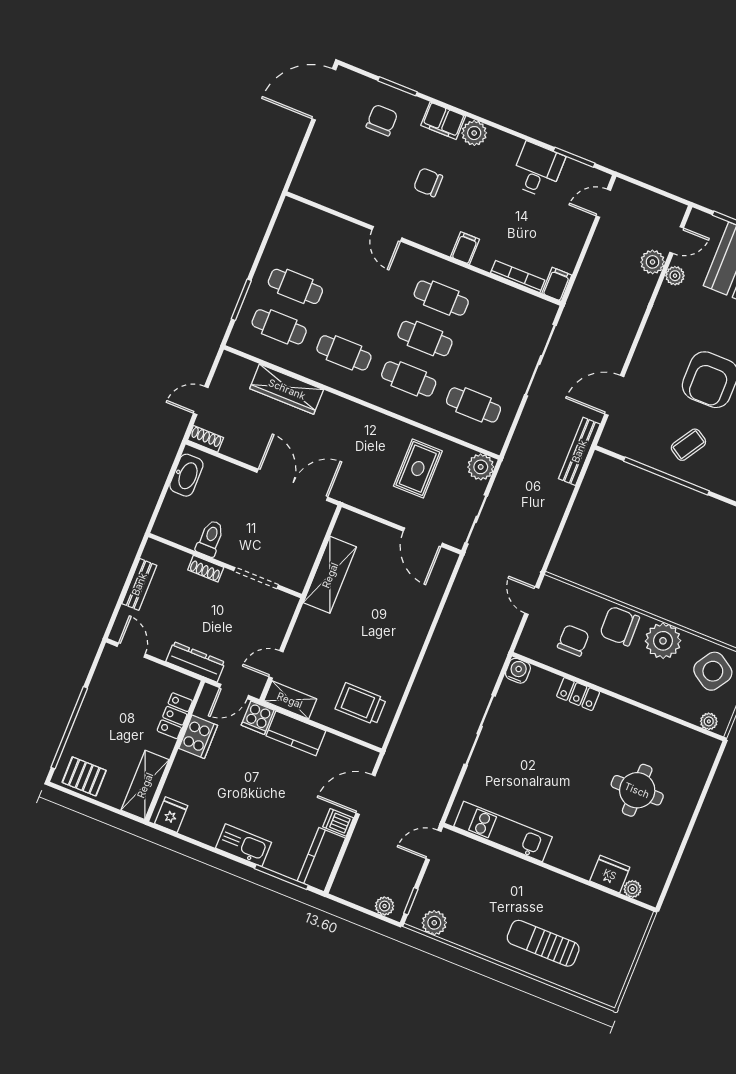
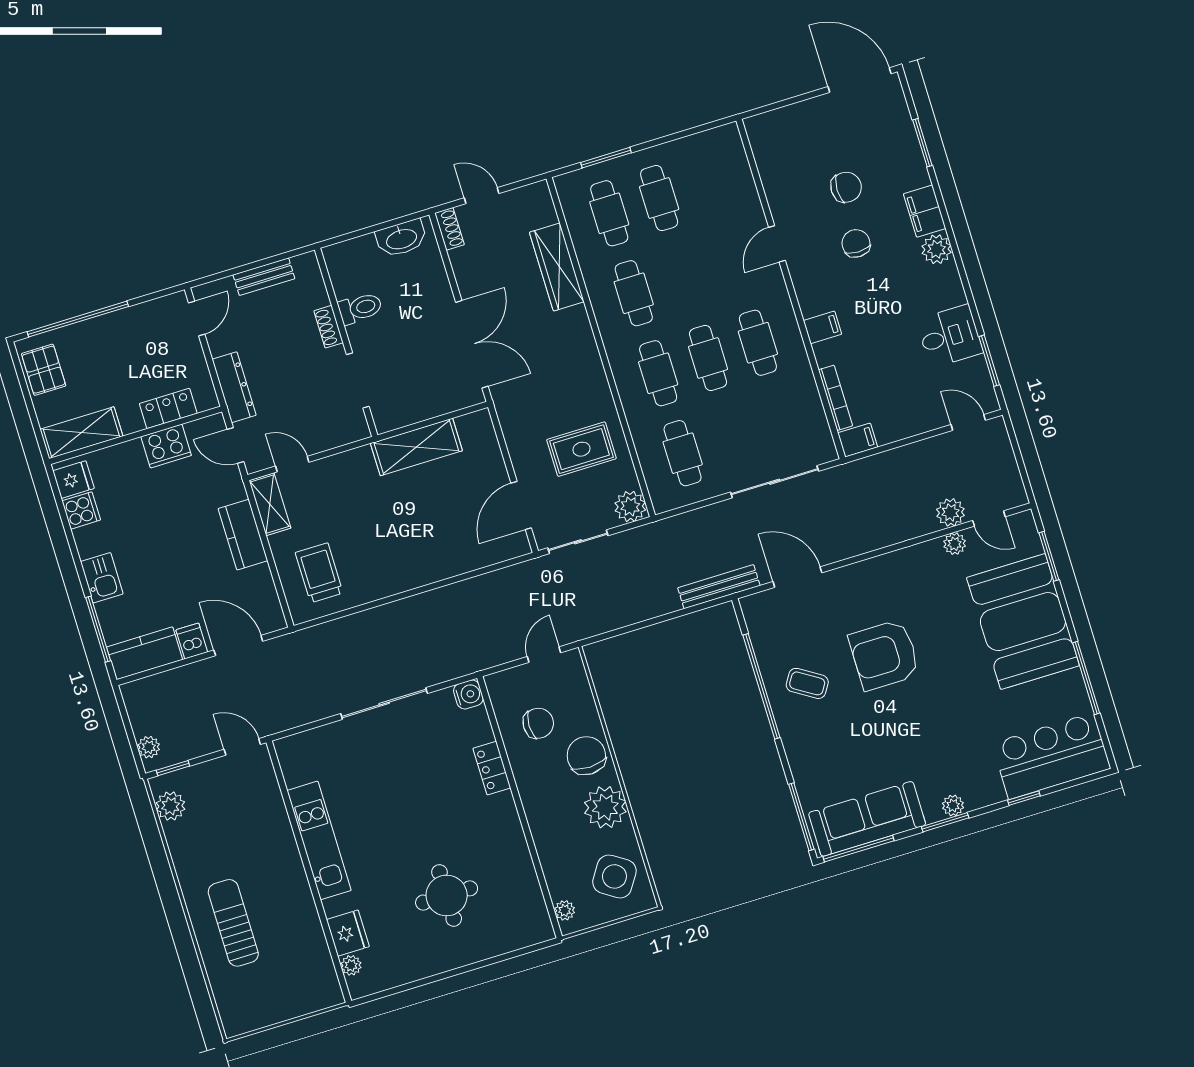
chair: (382, 120) -> (846, 187), moved
cooker: (258, 718) -> (81, 510), moved, turned 180
kitchen unit: (503, 832) -> (319, 840), moved
kitchen sink: (244, 845) -> (102, 578), width x0.73

